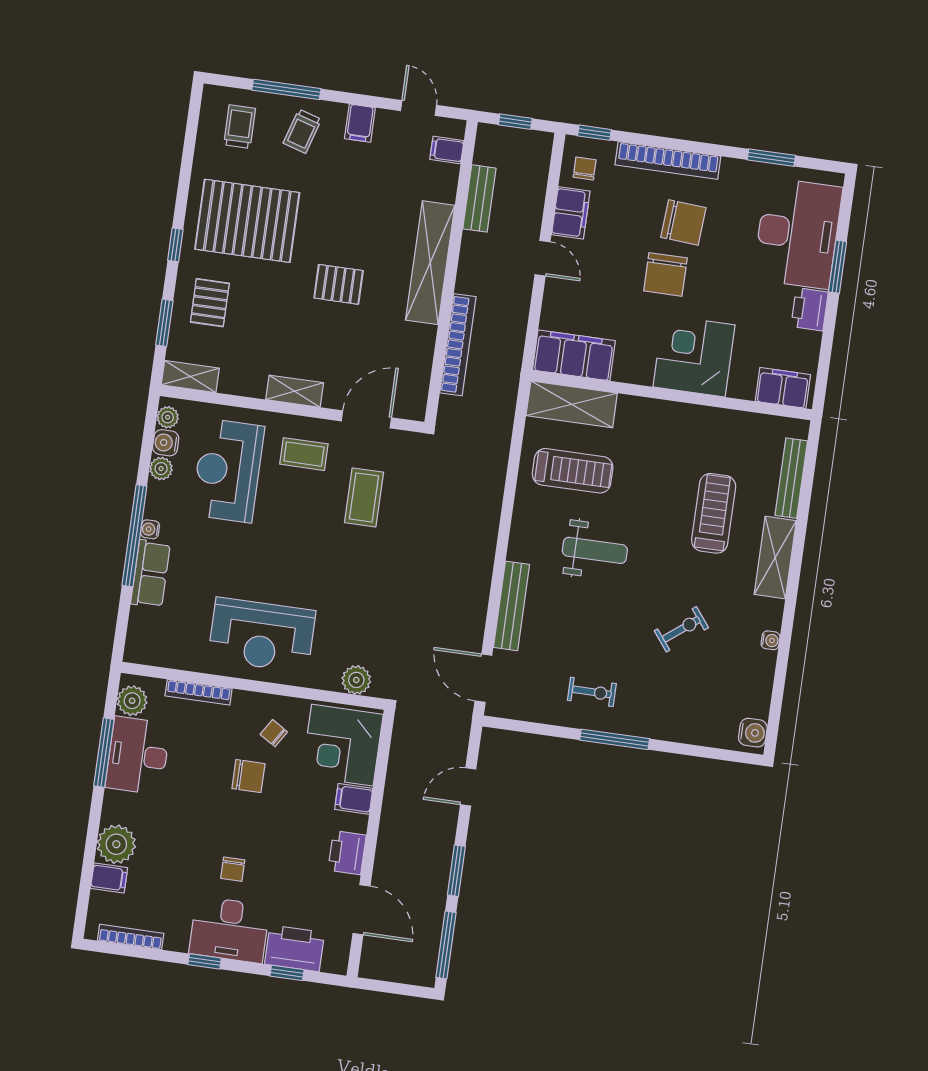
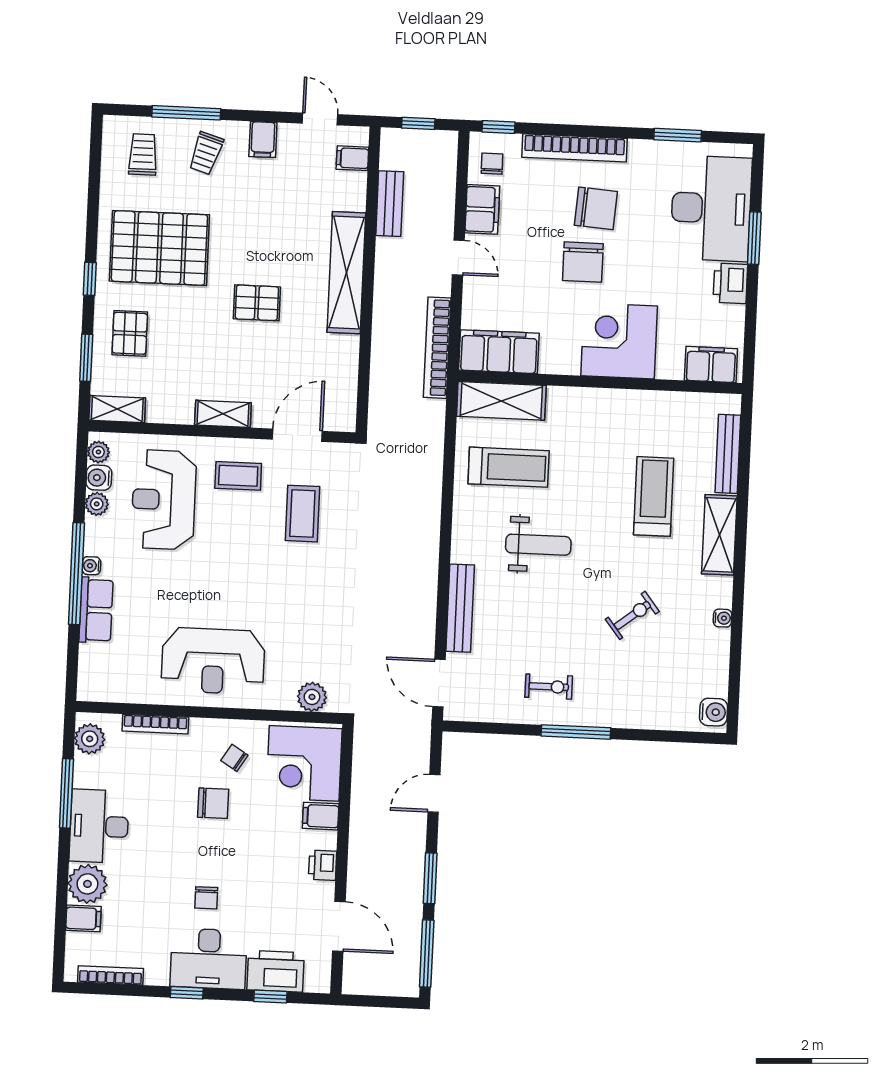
bookcase: (458, 345) -> (437, 348), moved, turned 180
desk: (138, 756) -> (99, 826), moved
printer: (347, 853) -> (323, 865), width x0.73, depth x0.81

